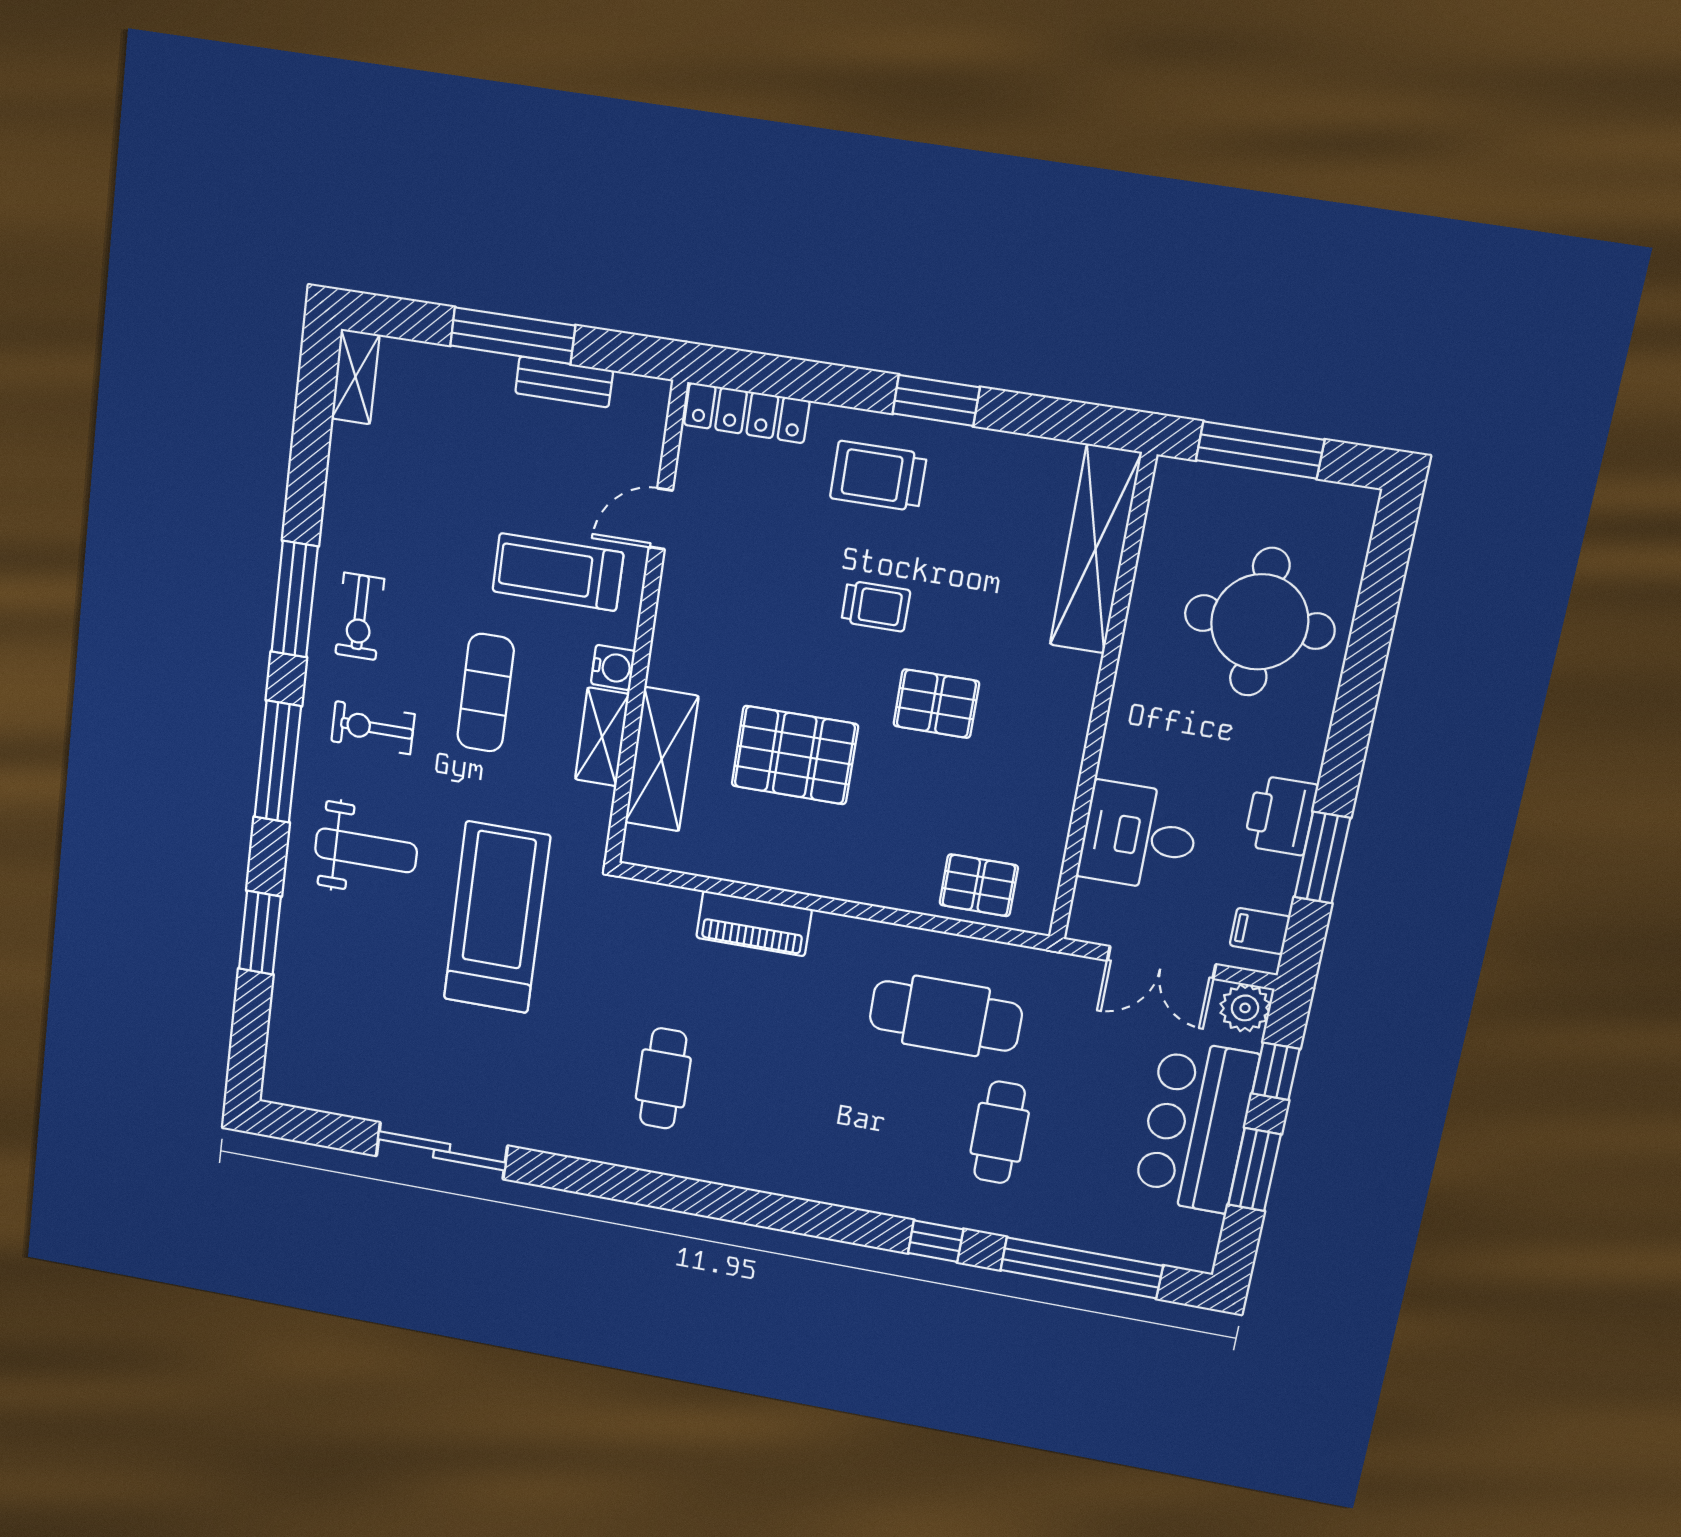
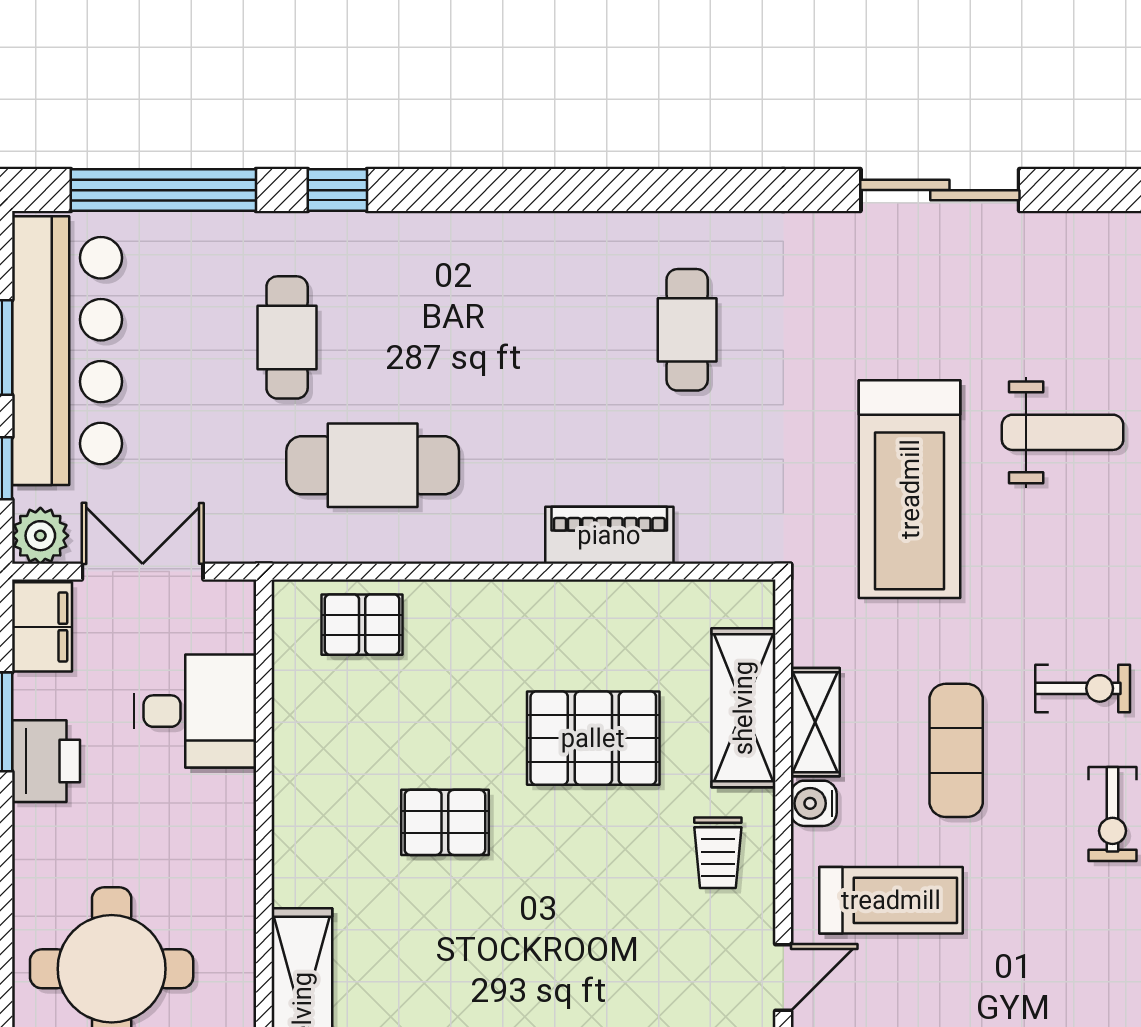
trolley: (876, 606) -> (718, 853), moved, turned -90
exercise bike: (360, 616) -> (1112, 814), turned 180
weight bench: (366, 850) -> (1063, 432), moved, turned 180
filing cabinet: (1260, 931) -> (42, 627), width x2.00
bar counter: (1196, 1126) -> (67, 351), width x1.36

